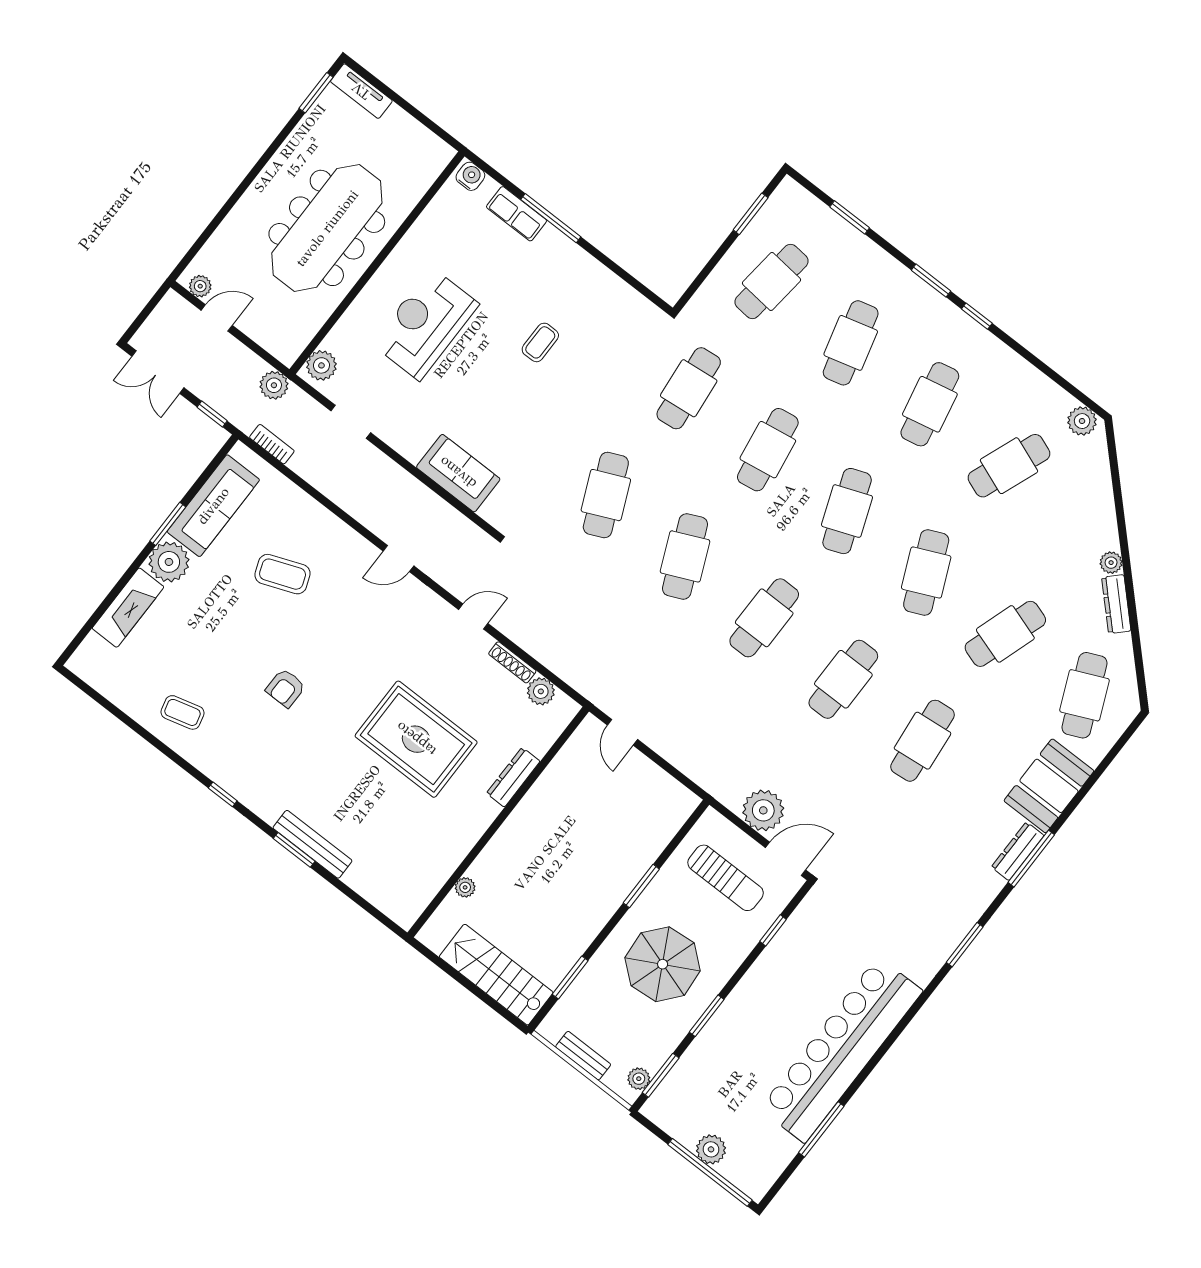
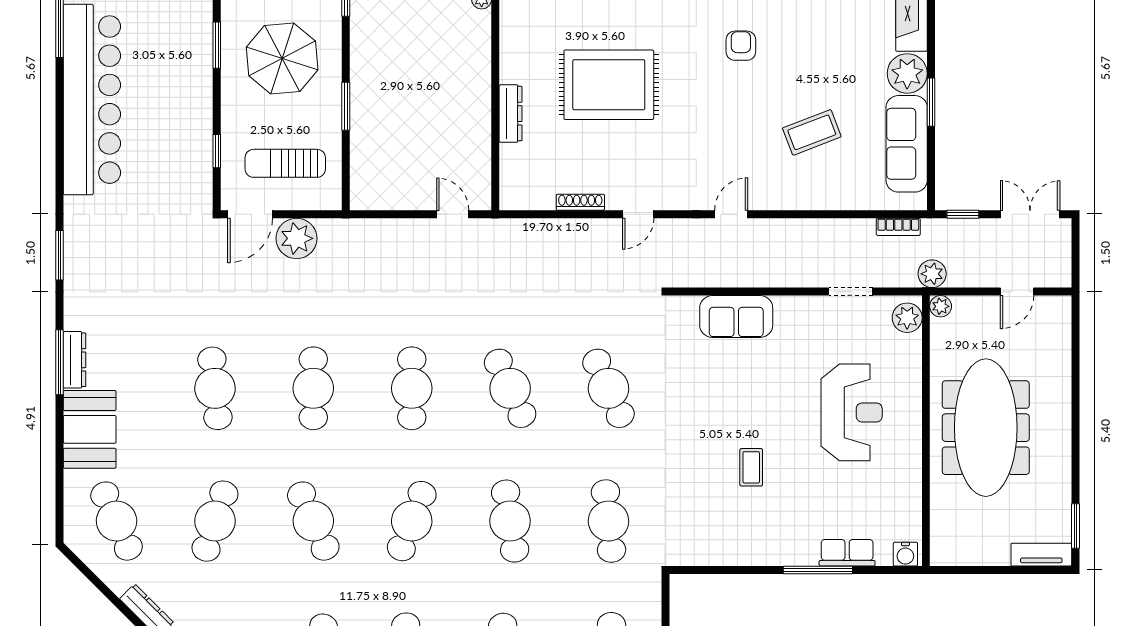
plant: (200, 286) -> (941, 306), moved
cafe table: (847, 511) -> (412, 521), turned 42
plant: (541, 691) -> (541, 197), removed

